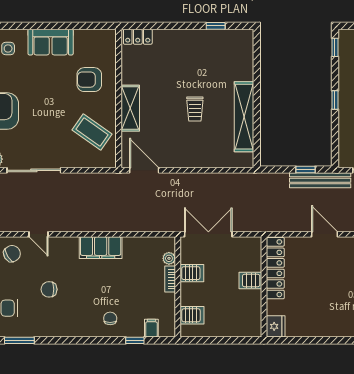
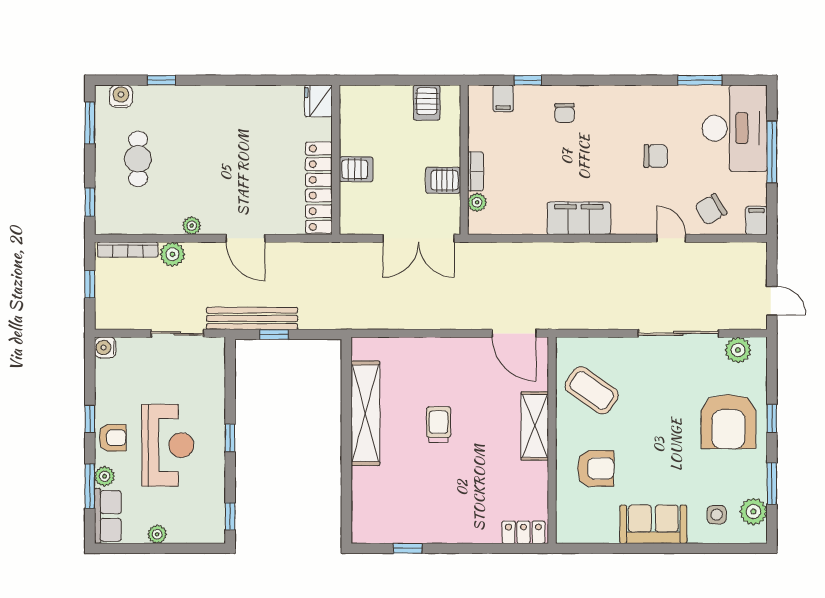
server rack: (192, 315) -> (427, 103), moved, turned -90

